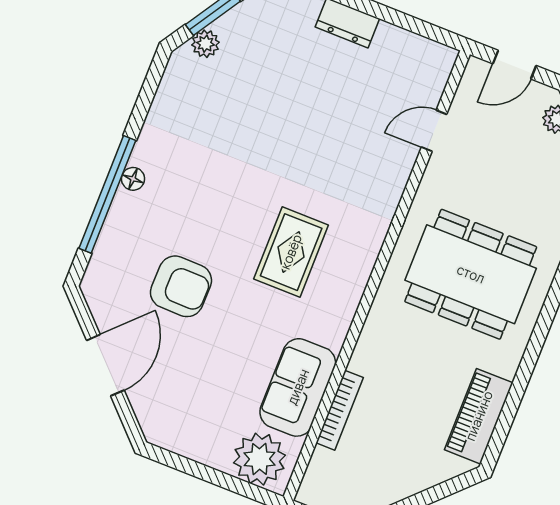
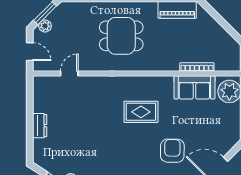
door: (434, 131) -> (69, 73), swing flipped
dining table: (471, 274) -> (121, 36), width x0.73

